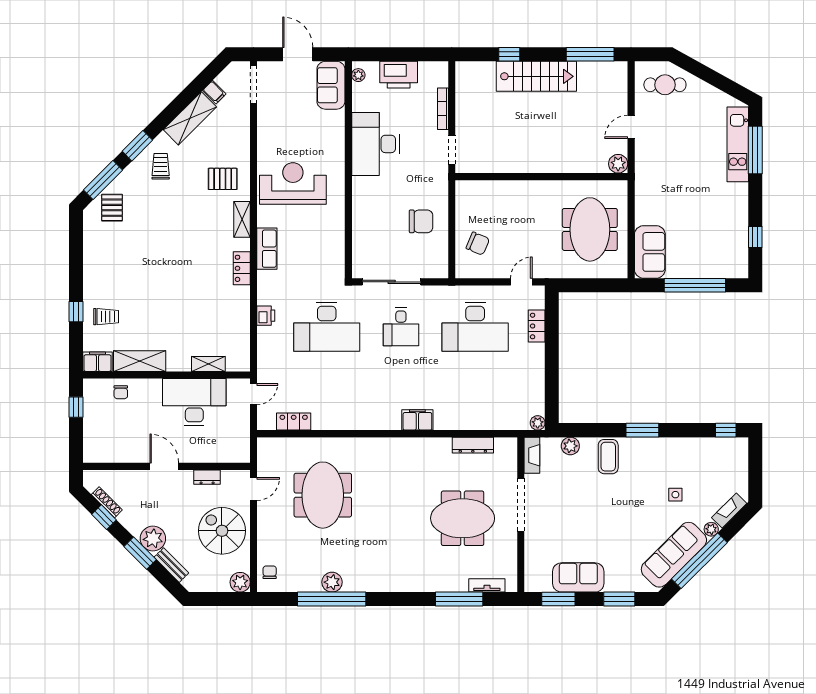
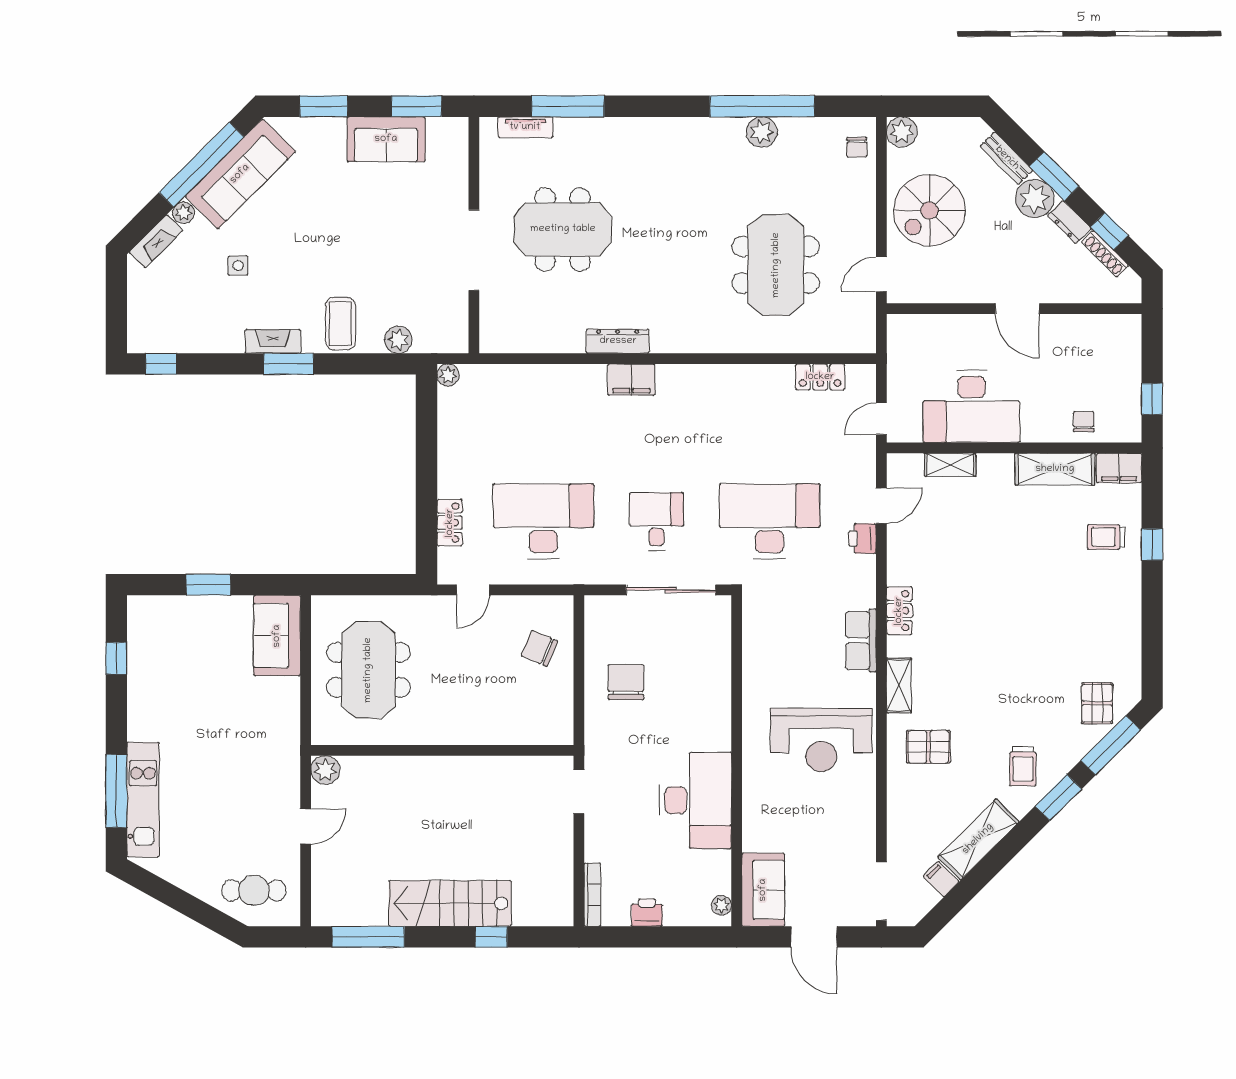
printer: (399, 75) -> (647, 913), width x0.53, depth x0.68
bookcase: (443, 109) -> (592, 895), moved
chair: (421, 221) -> (626, 682), turned 90
window: (695, 285) -> (208, 585), width x0.47
door: (254, 337) -> (881, 506), added
dresser: (473, 445) -> (618, 341), moved
fireplace: (532, 455) -> (273, 341), moved, turned 90
dresser: (207, 477) -> (1069, 222), moved, turned -135
spiral stairs: (222, 531) -> (929, 210), turned 90

